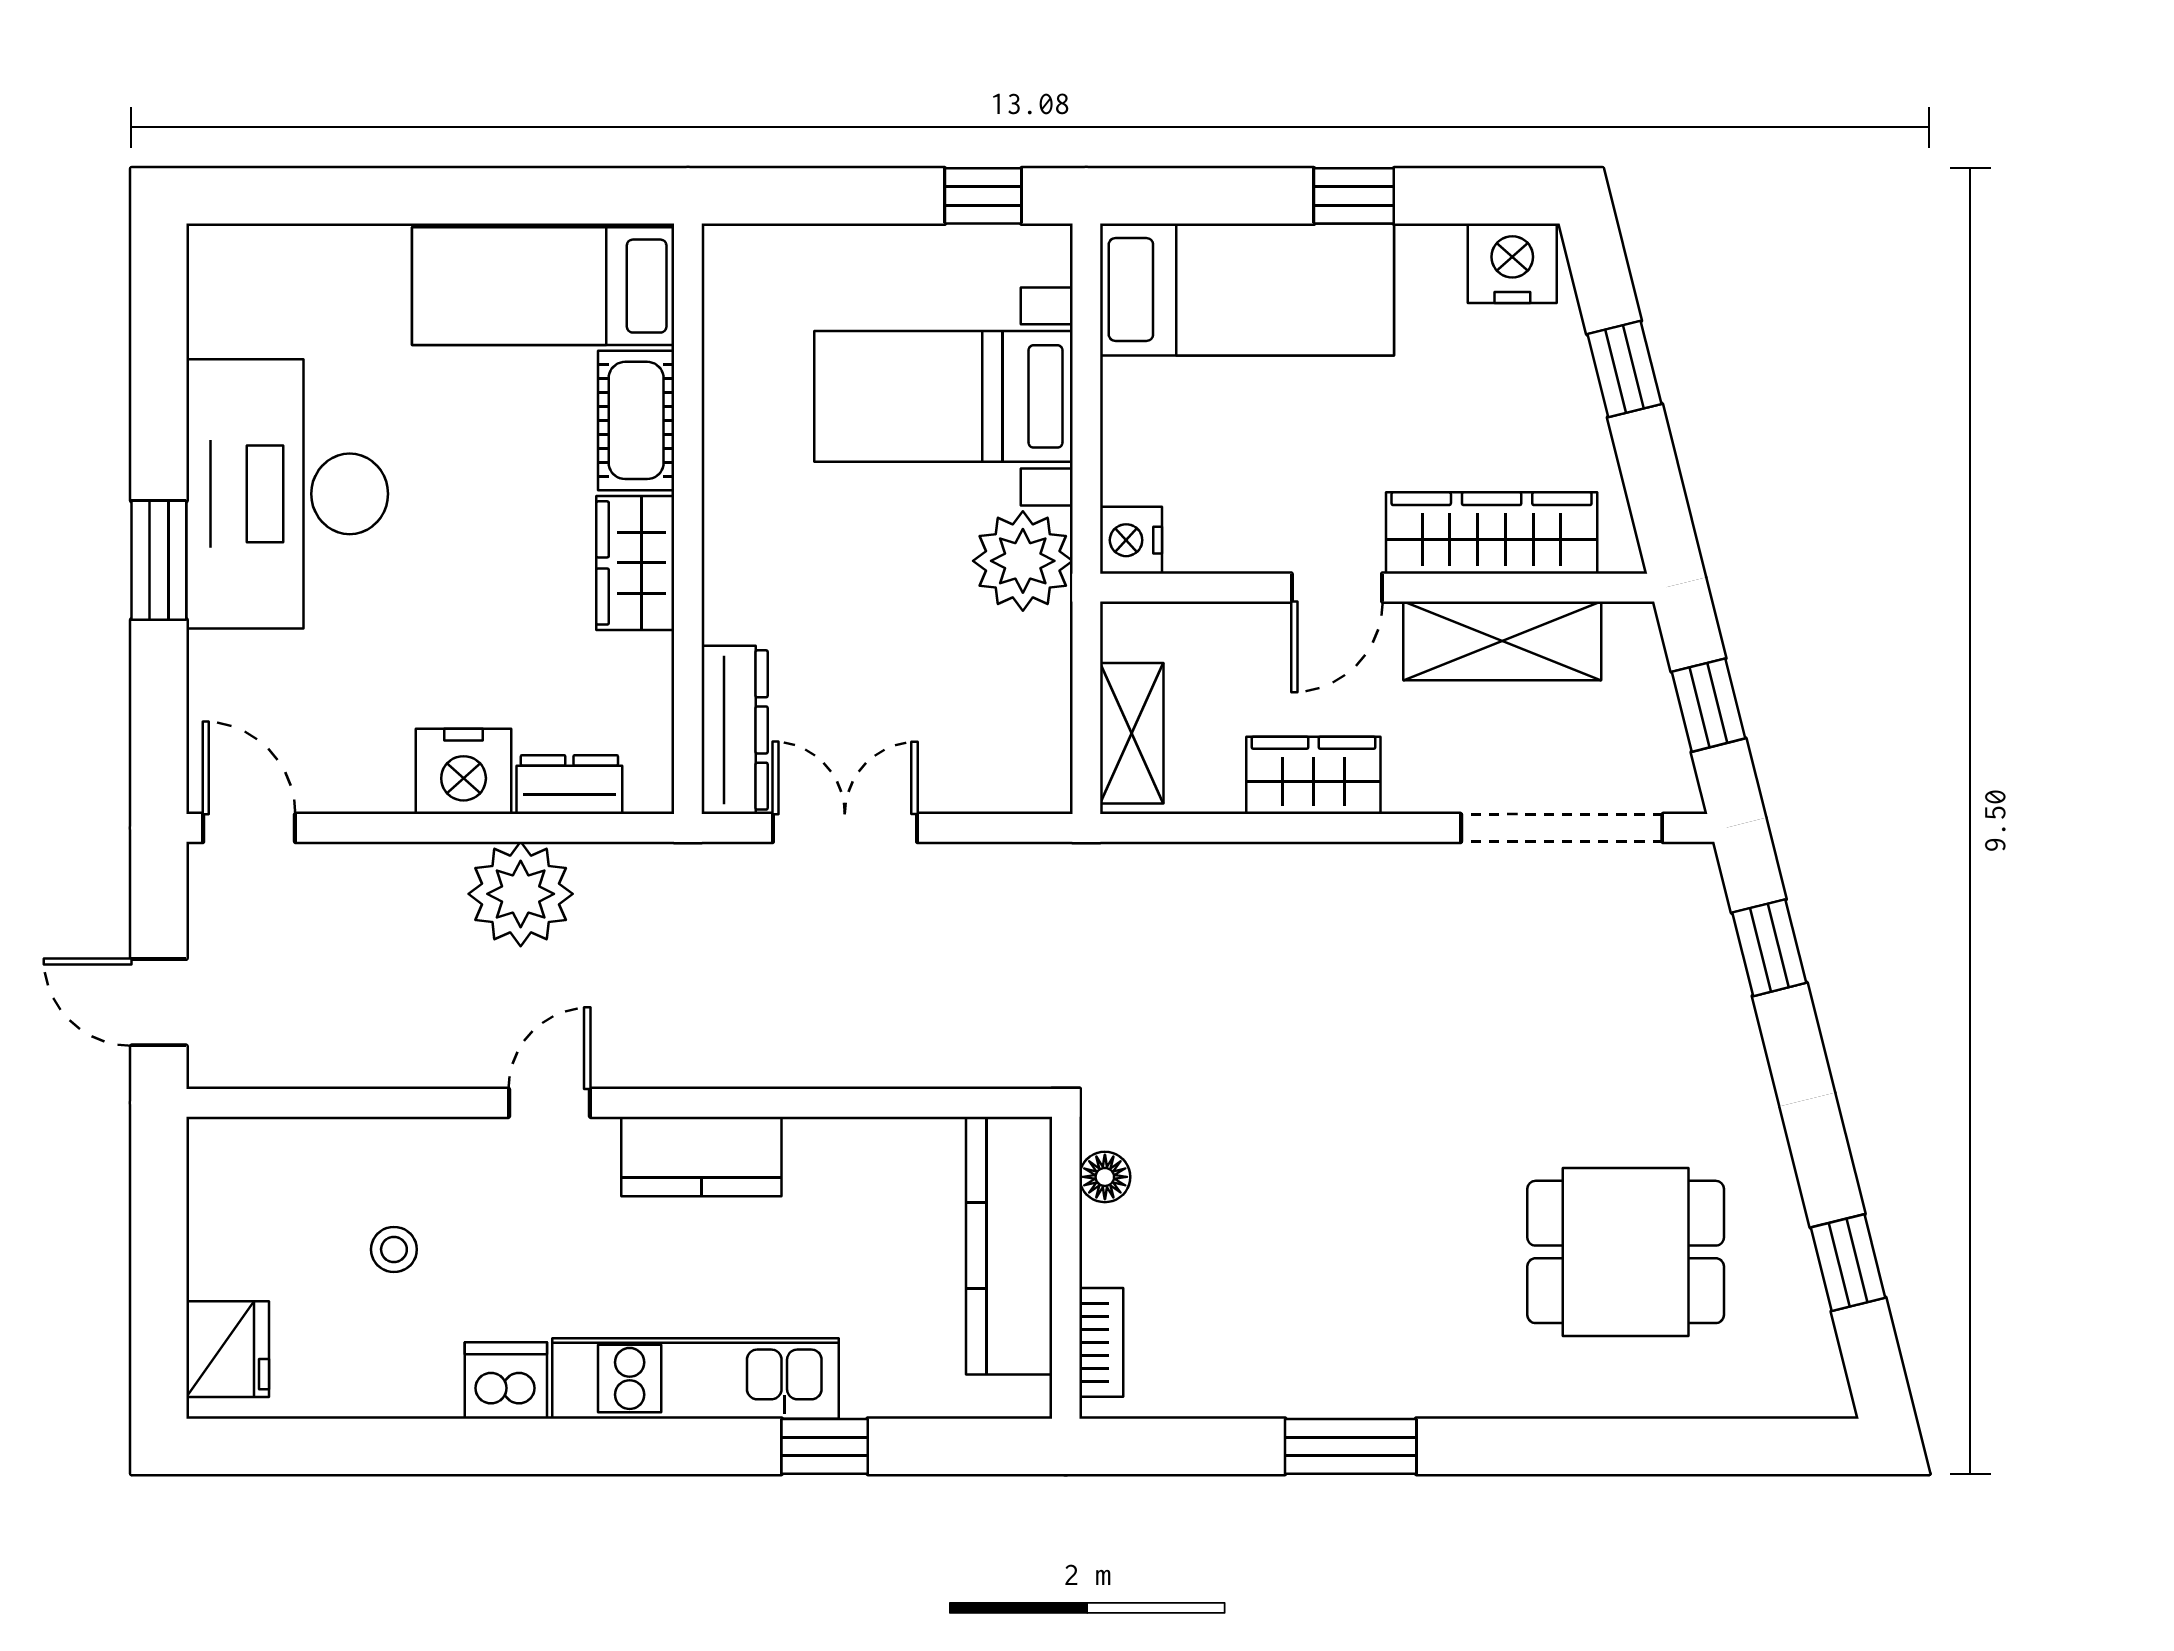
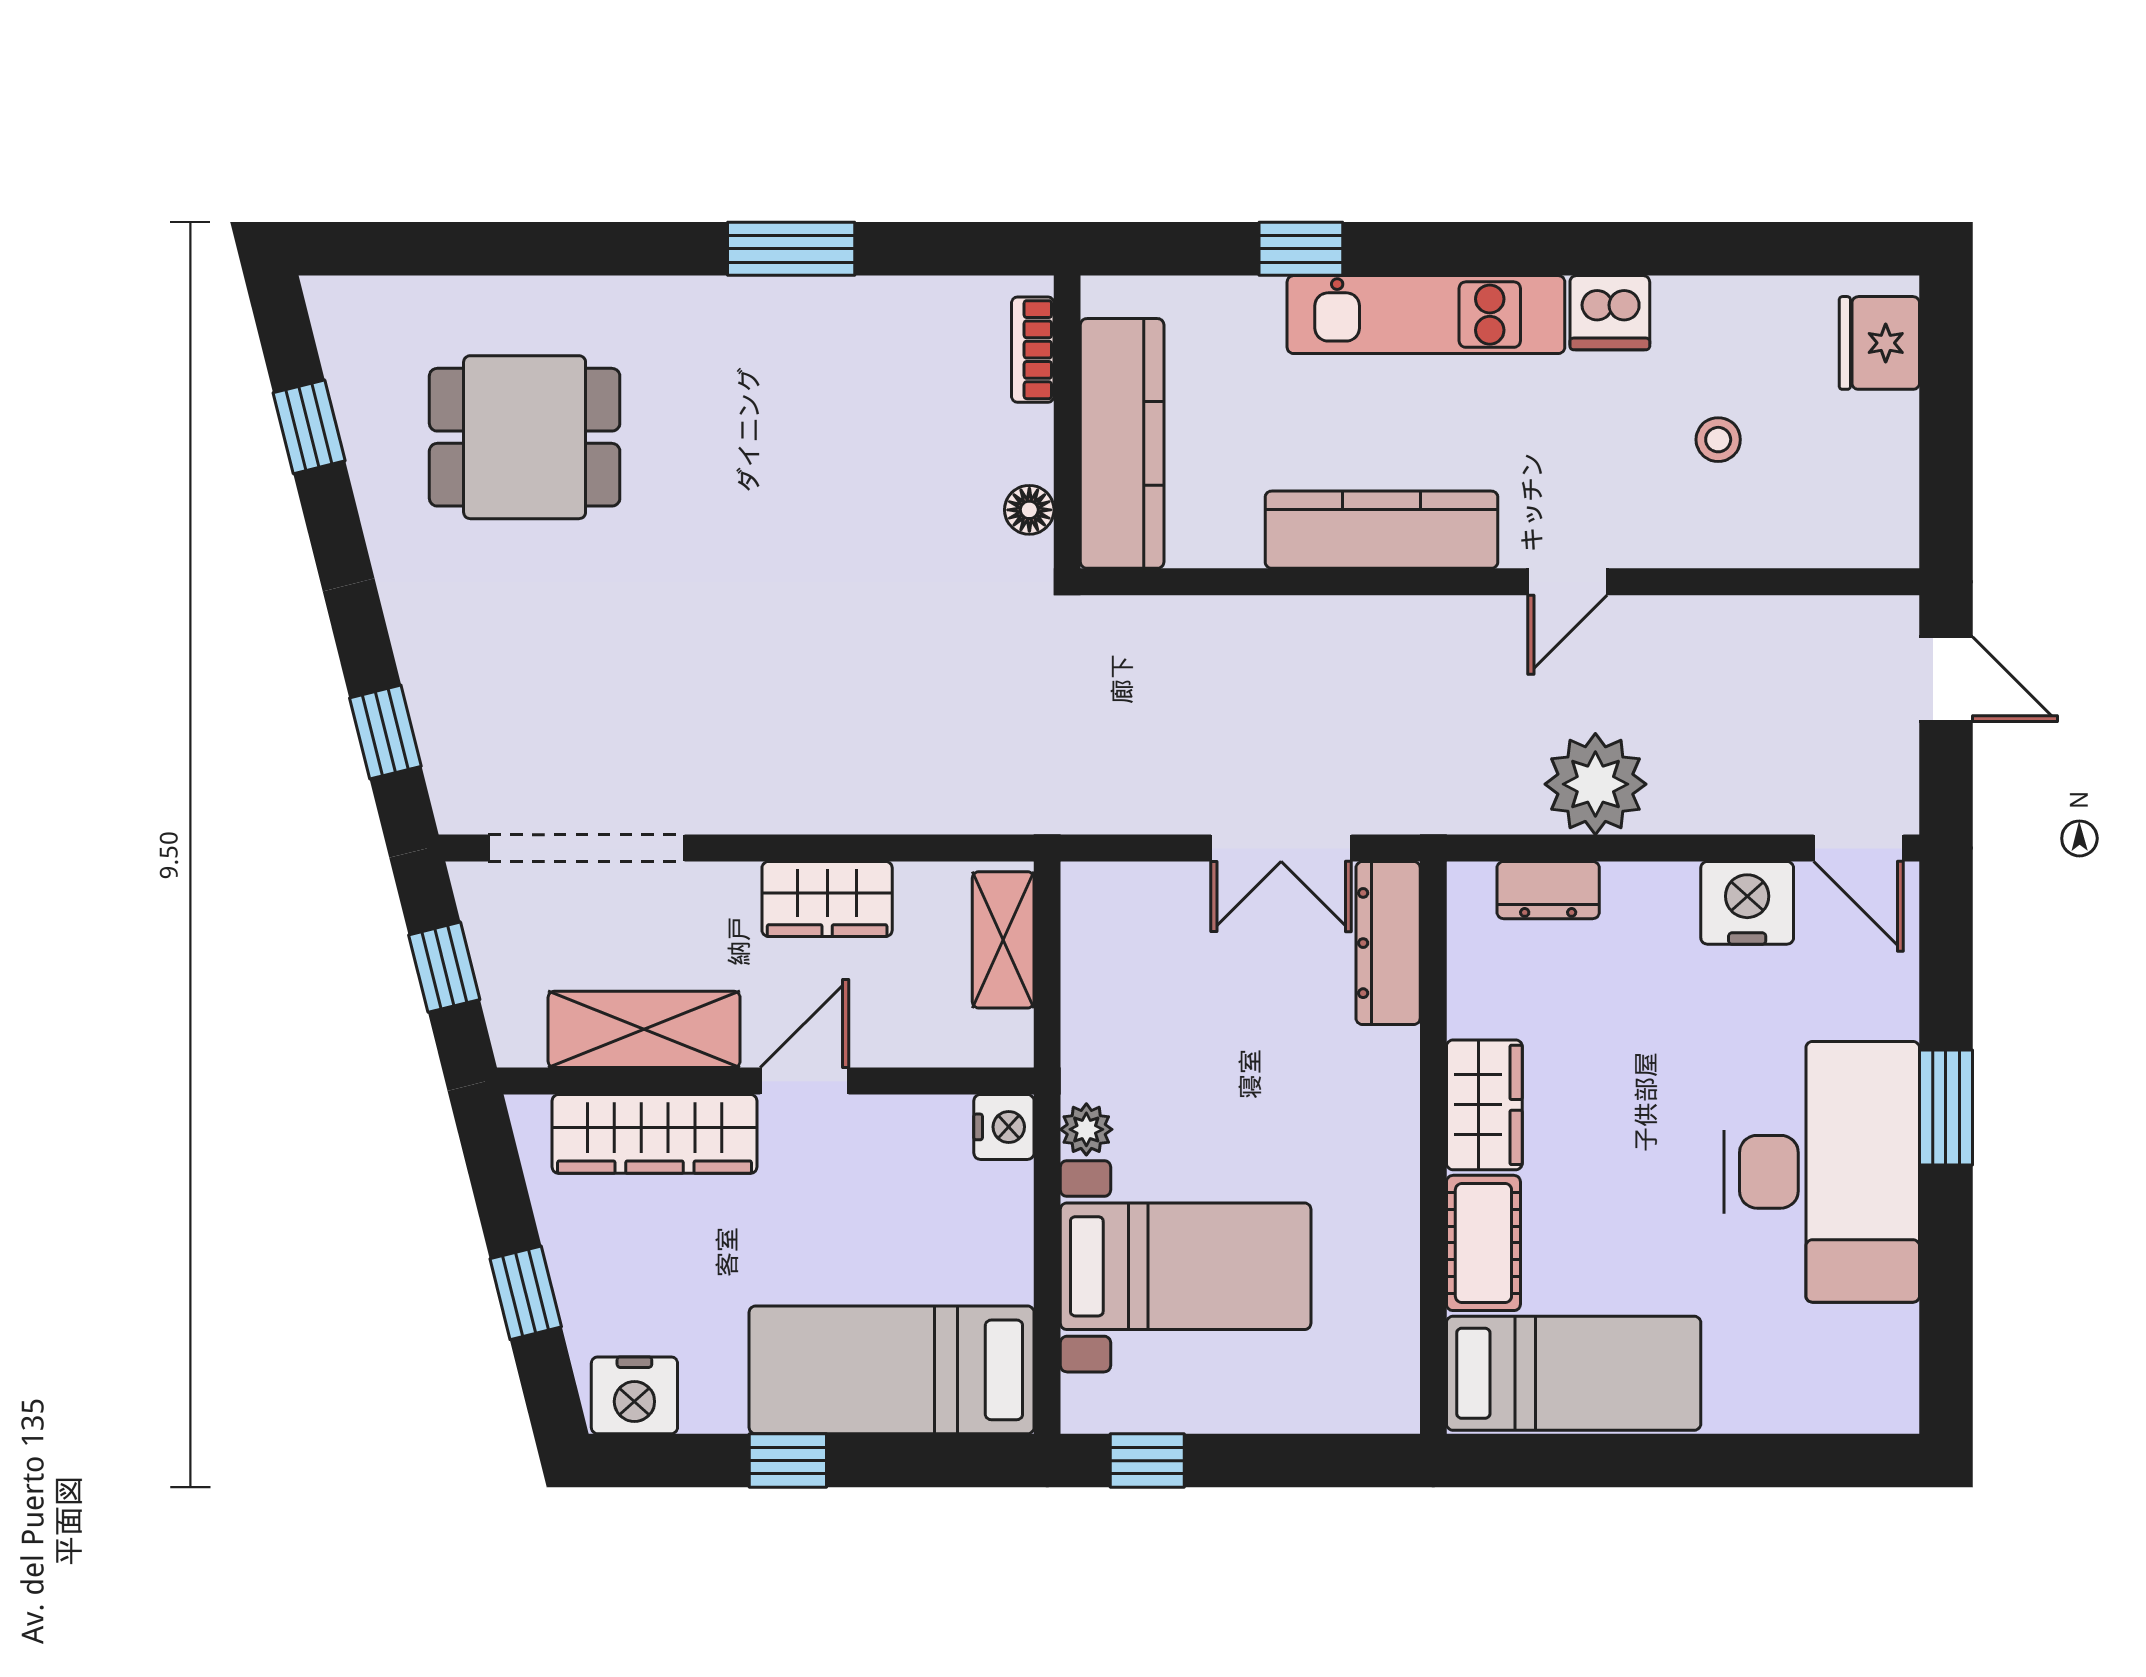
plant: (1023, 561) -> (1086, 1129), width x0.53, depth x0.53
nightstand: (464, 771) -> (1747, 903), moved
kitchen counter: (701, 1157) -> (1382, 530), width x1.50

